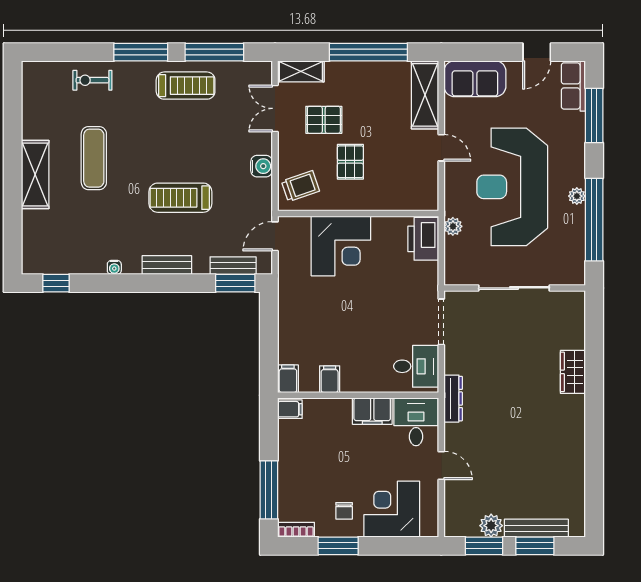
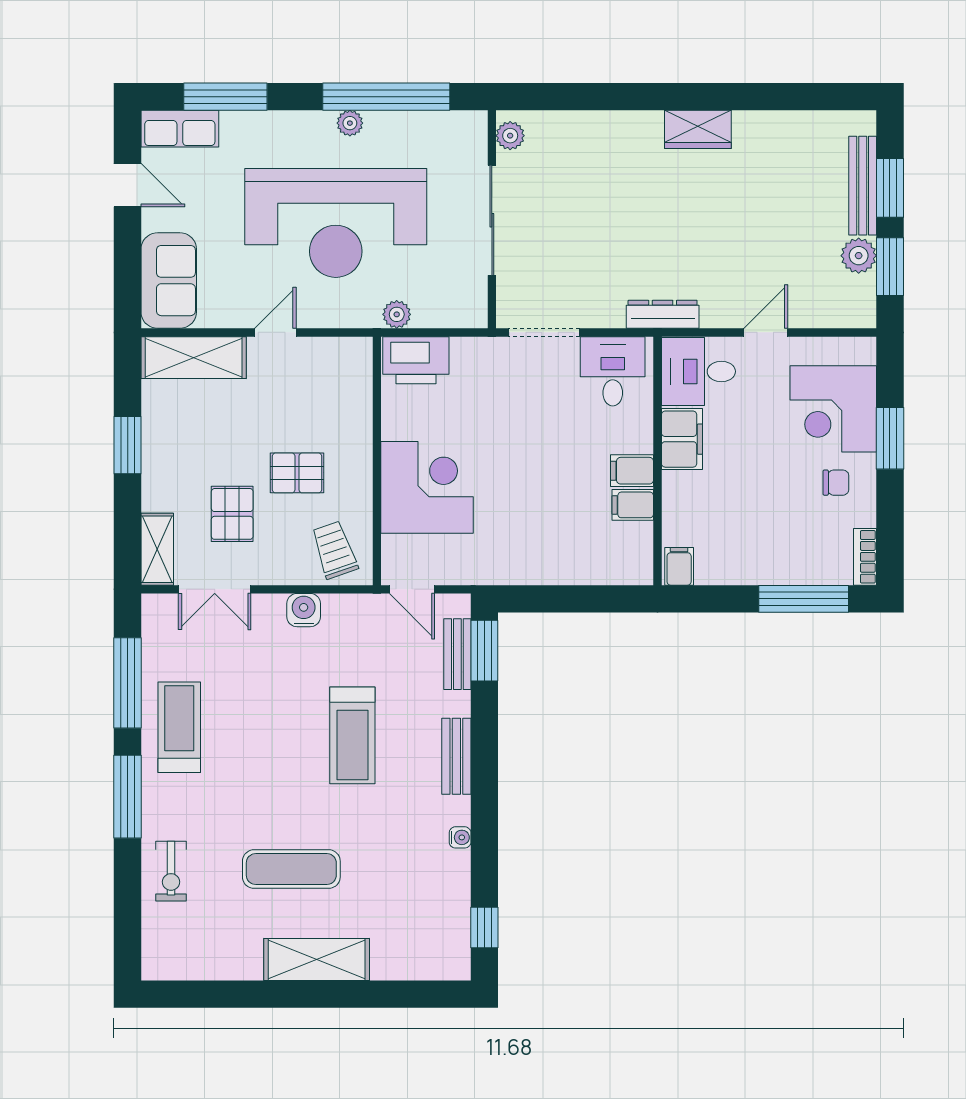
window: (368, 52) -> (128, 445), width x0.47
plant: (569, 300) -> (510, 136), added
wardrobe: (573, 372) -> (698, 129), moved
filing cabinet: (288, 379) -> (632, 471), moved
window: (338, 546) -> (890, 438), moved

